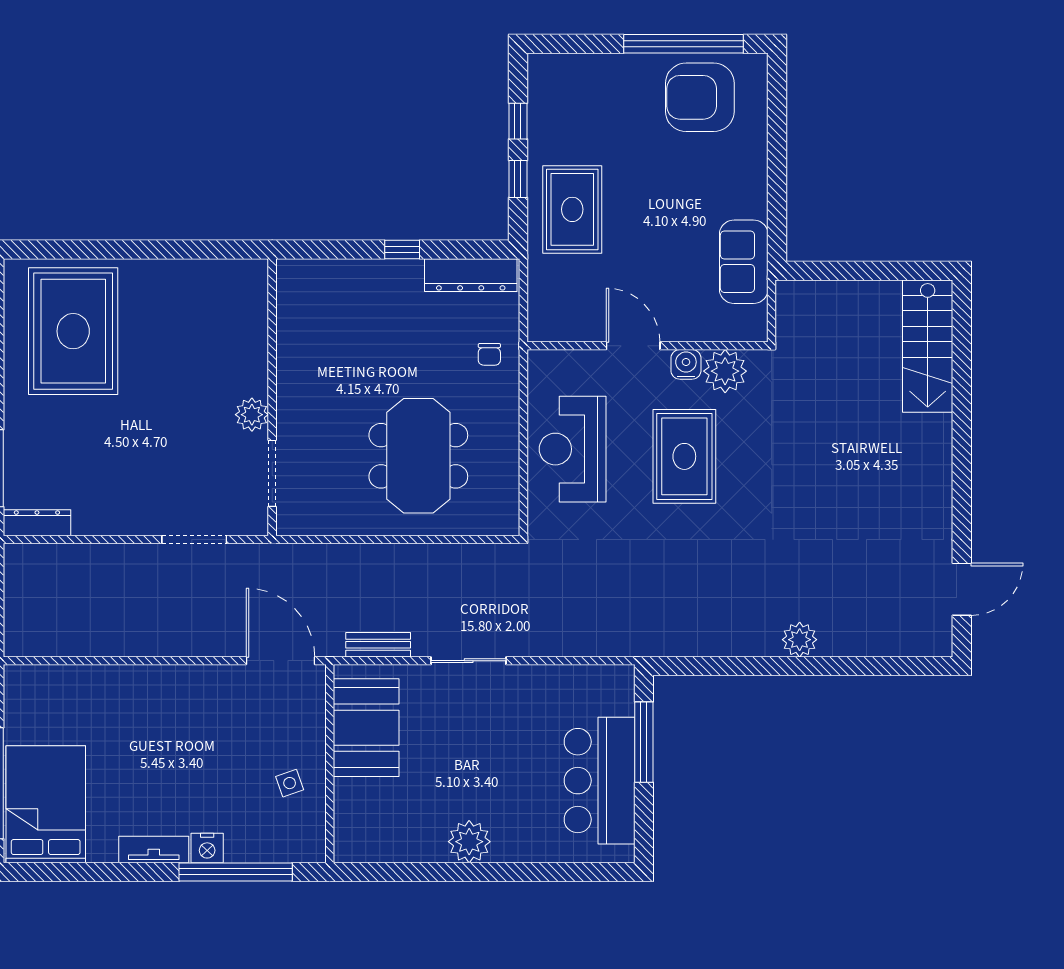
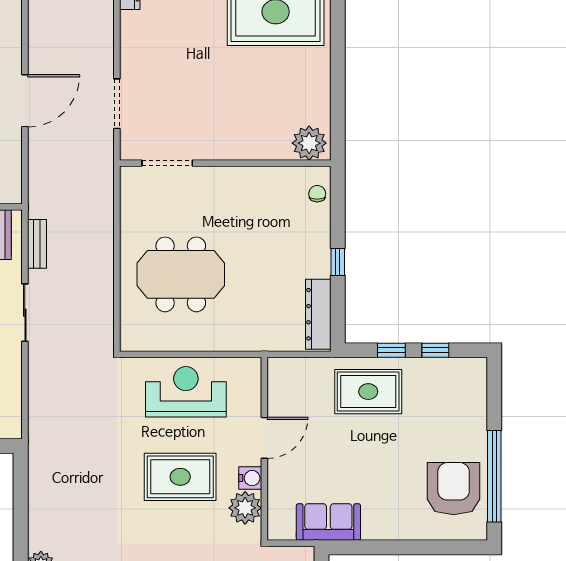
chair: (489, 354) -> (317, 194), moved, turned 90
plant: (252, 415) -> (309, 143), moved, width x1.36, depth x1.36
door: (281, 661) -> (25, 101), moved

